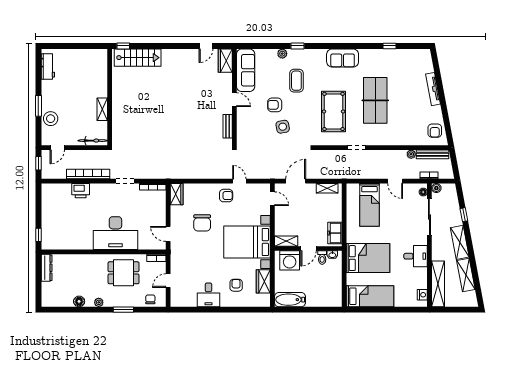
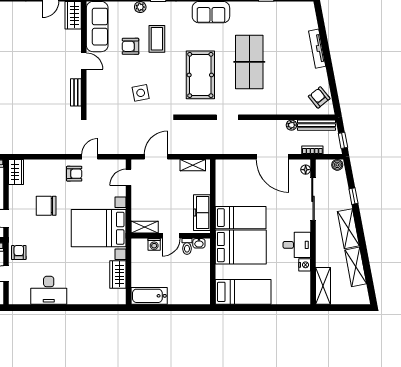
armchair: (275, 105) -> (130, 46), moved
armchair: (435, 131) -> (319, 97), turned 141
window: (455, 167) -> (343, 140), added
door: (239, 181) -> (90, 157), hinge flipped
door: (395, 181) -> (273, 157), width x1.88
boiler: (436, 188) -> (337, 165), moved
door: (272, 199) -> (129, 177), swing flipped
bed: (369, 205) -> (241, 218), moved, turned -90
chair: (202, 223) -> (46, 206), turned 90
freezer: (335, 233) -> (202, 213), width x1.40
washing machine: (290, 260) -> (154, 244), width x0.53, depth x0.53
shelving: (438, 284) -> (323, 286), width x0.68
armchair: (236, 285) -> (19, 252), moved
desk: (208, 295) -> (49, 290), width x1.37
nightstand: (422, 295) -> (305, 265), moved

